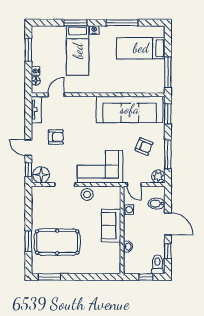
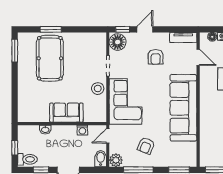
sofa: (130, 109) -> (183, 108), moved
bidet: (157, 204) -> (101, 158), moved

